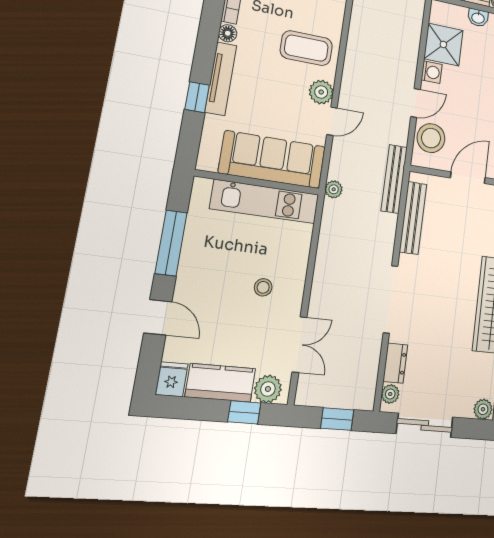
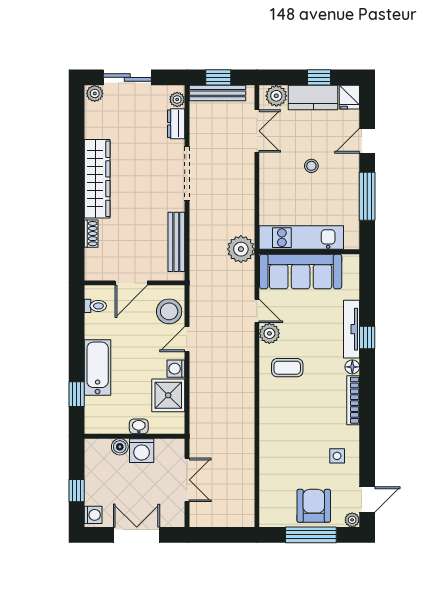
coffee table: (306, 48) -> (287, 368), width x0.73, depth x0.77
window: (197, 97) -> (367, 338), moved
door: (332, 121) -> (257, 311), swing flipped
bench: (394, 179) -> (217, 93), moved, turned 90
plant: (334, 189) -> (241, 249), width x1.87, depth x1.87
stool: (263, 287) -> (311, 166), moved
door: (158, 317) -> (367, 141), hinge flipped
double door: (299, 344) -> (257, 131), swing flipped
window: (244, 412) -> (319, 77), moved
sliding door: (425, 425) -> (127, 77), moved

